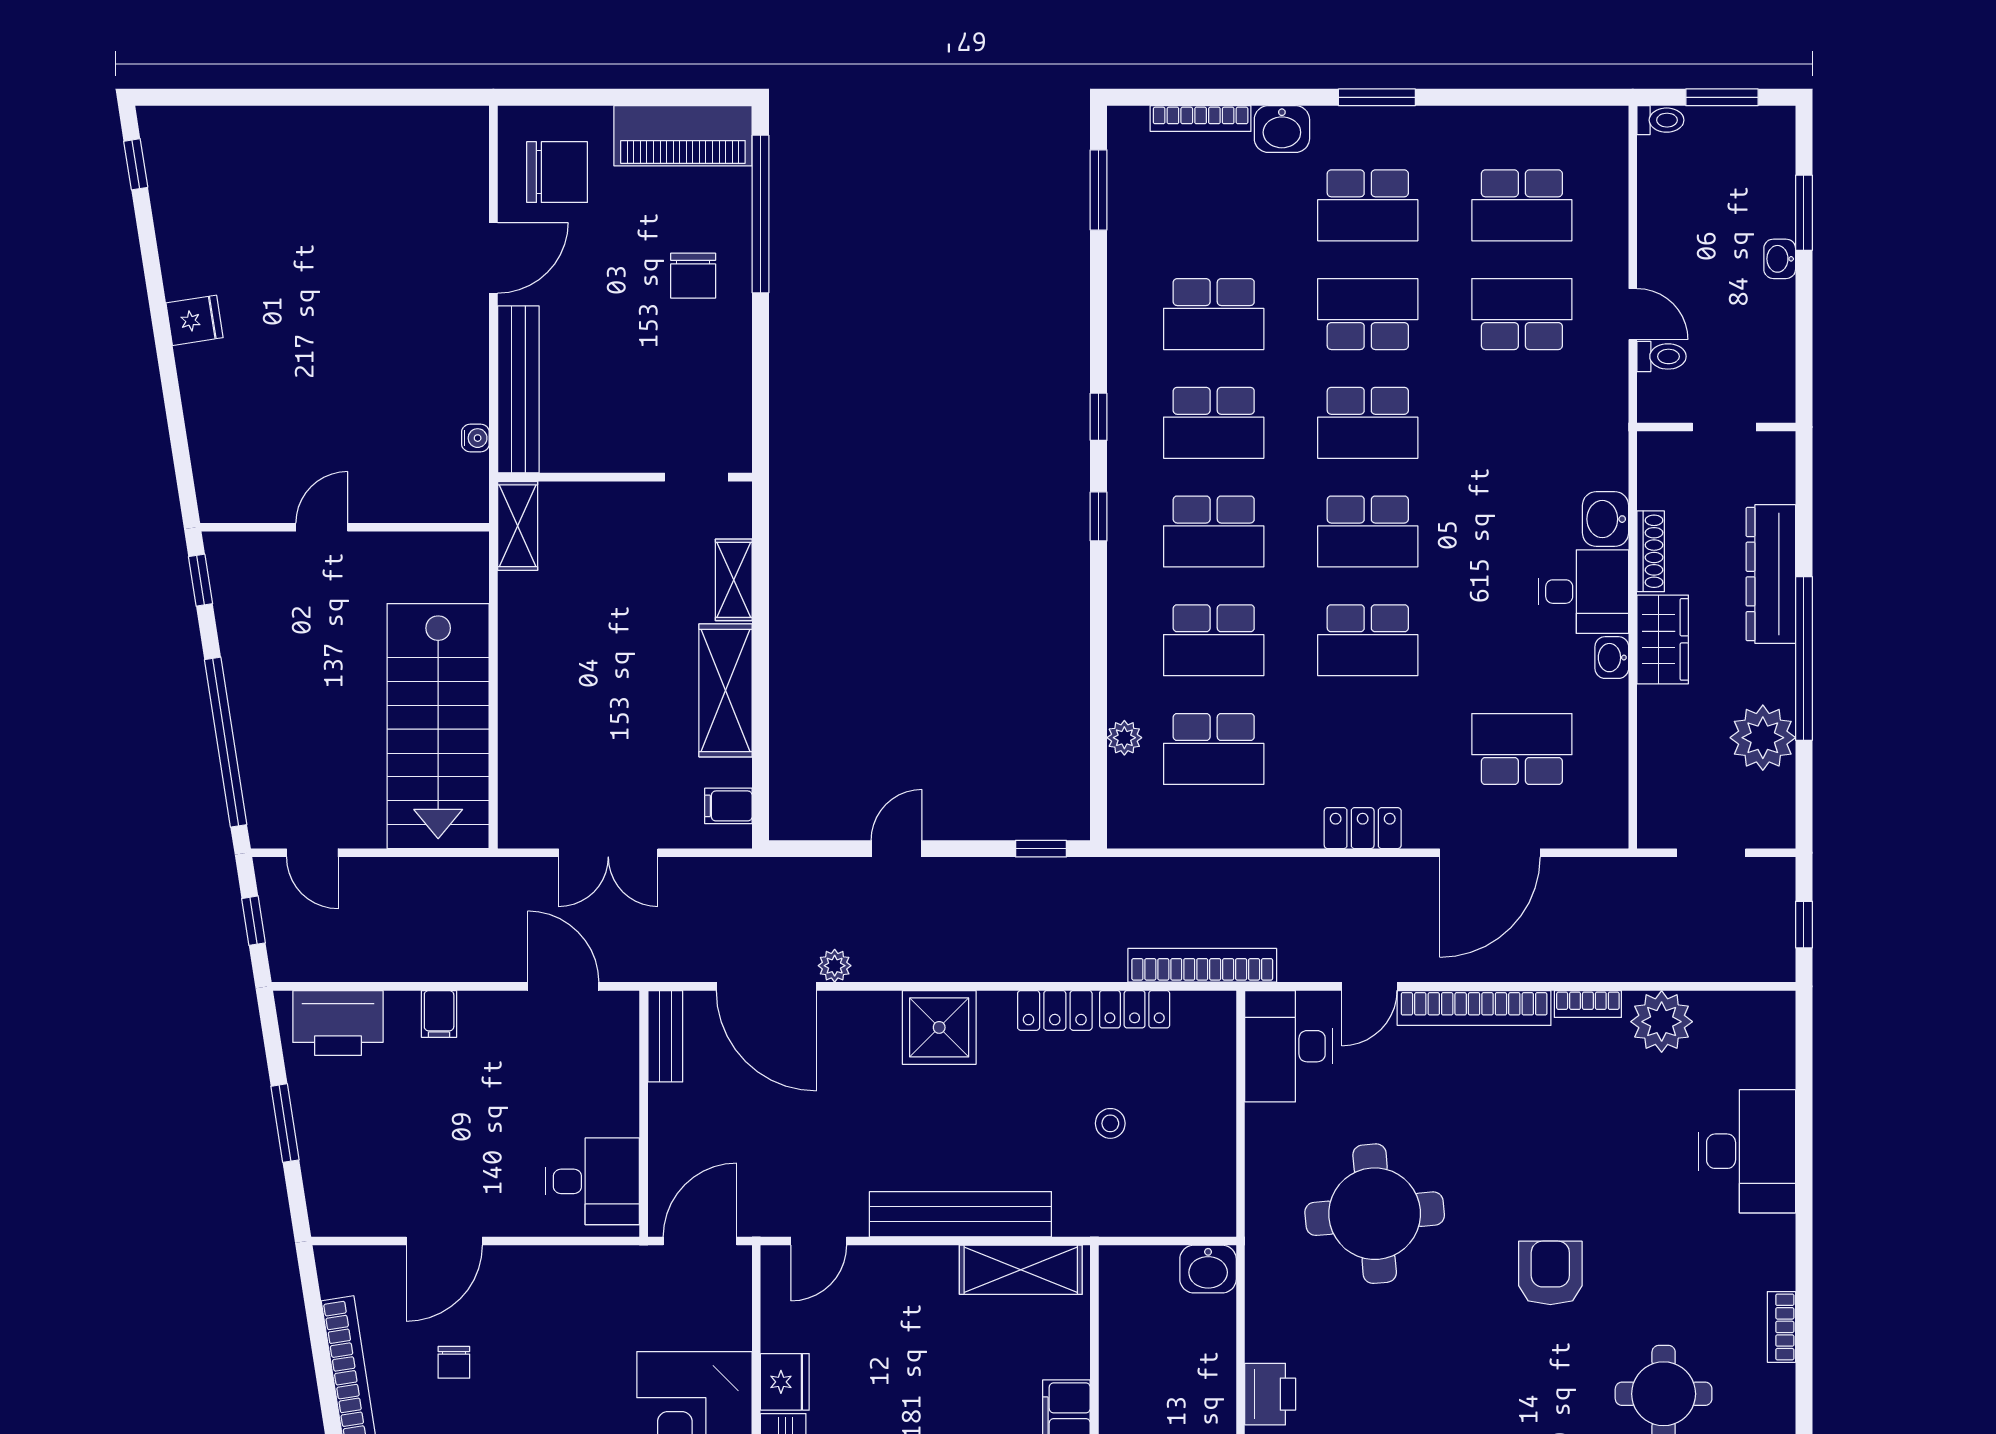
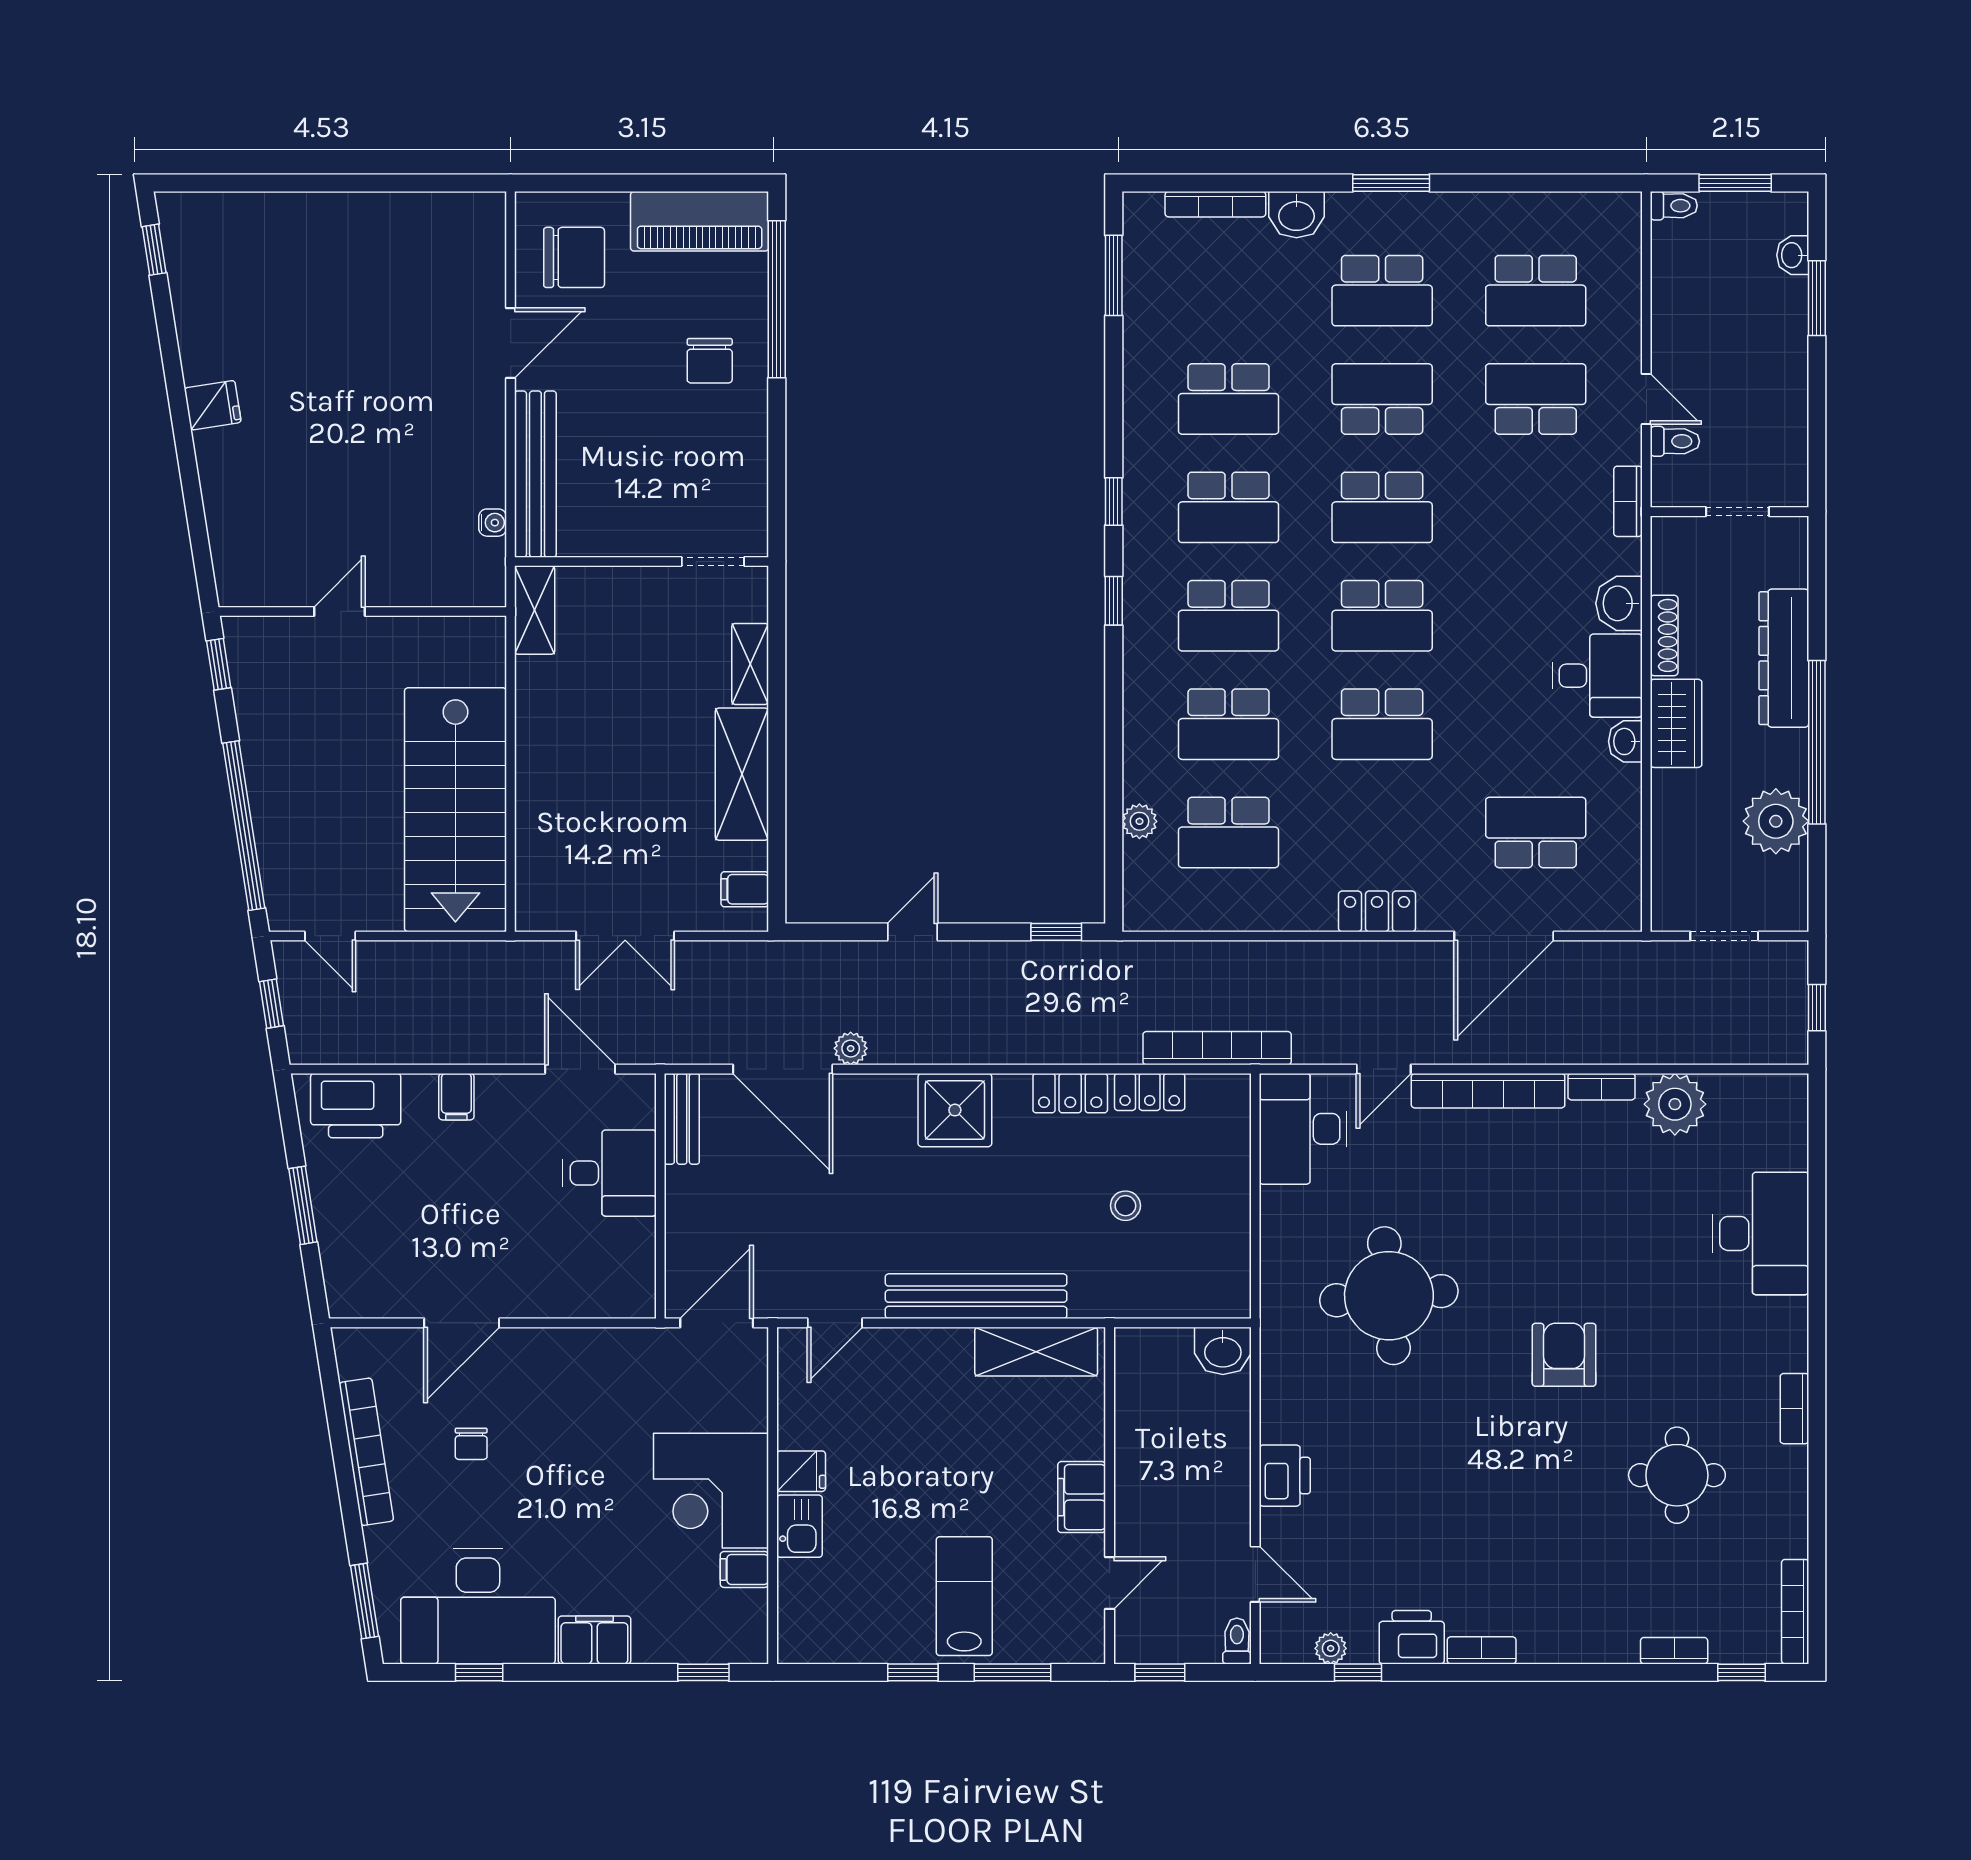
washbasin: (1780, 259) -> (1793, 255), moved
bookcase: (1614, 417) -> (1628, 501), added
desk: (593, 1181) -> (610, 1173), moved
fridge: (785, 1382) -> (801, 1471), width x0.72

